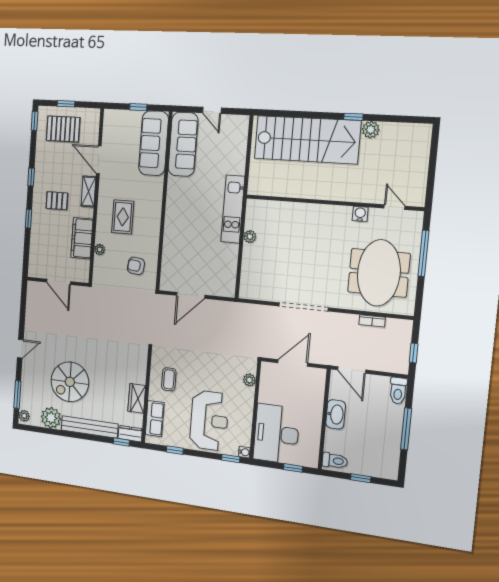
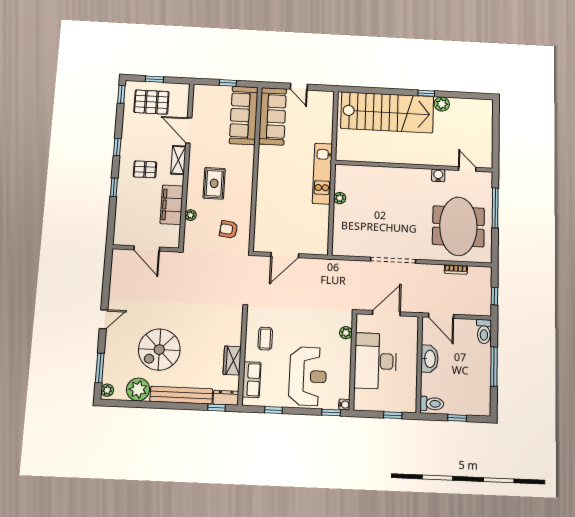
desk: (276, 434) -> (375, 361), moved

